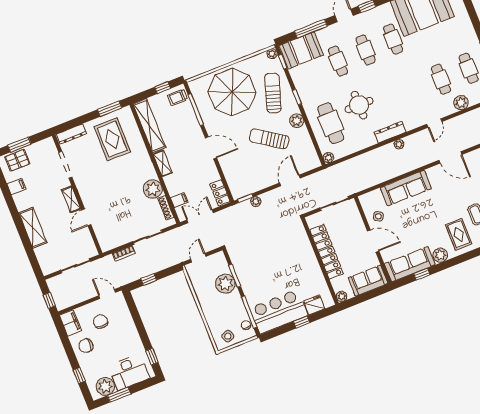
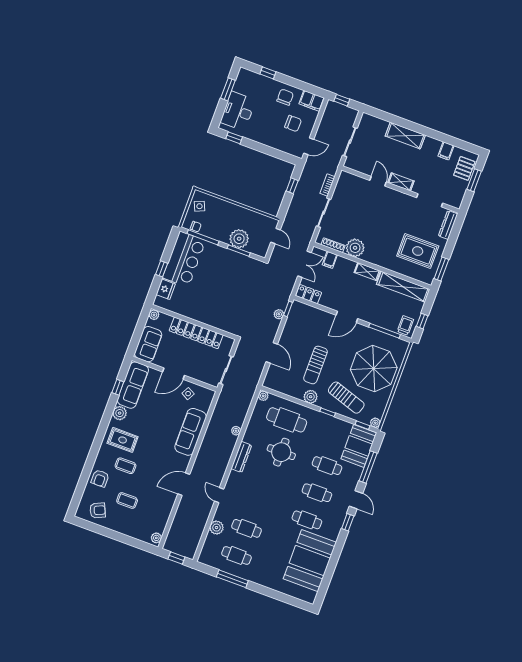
sun lounger: (269, 139) -> (315, 365), turned 146
plant: (399, 144) -> (236, 431), moved
plant: (105, 386) -> (243, 85), removed

